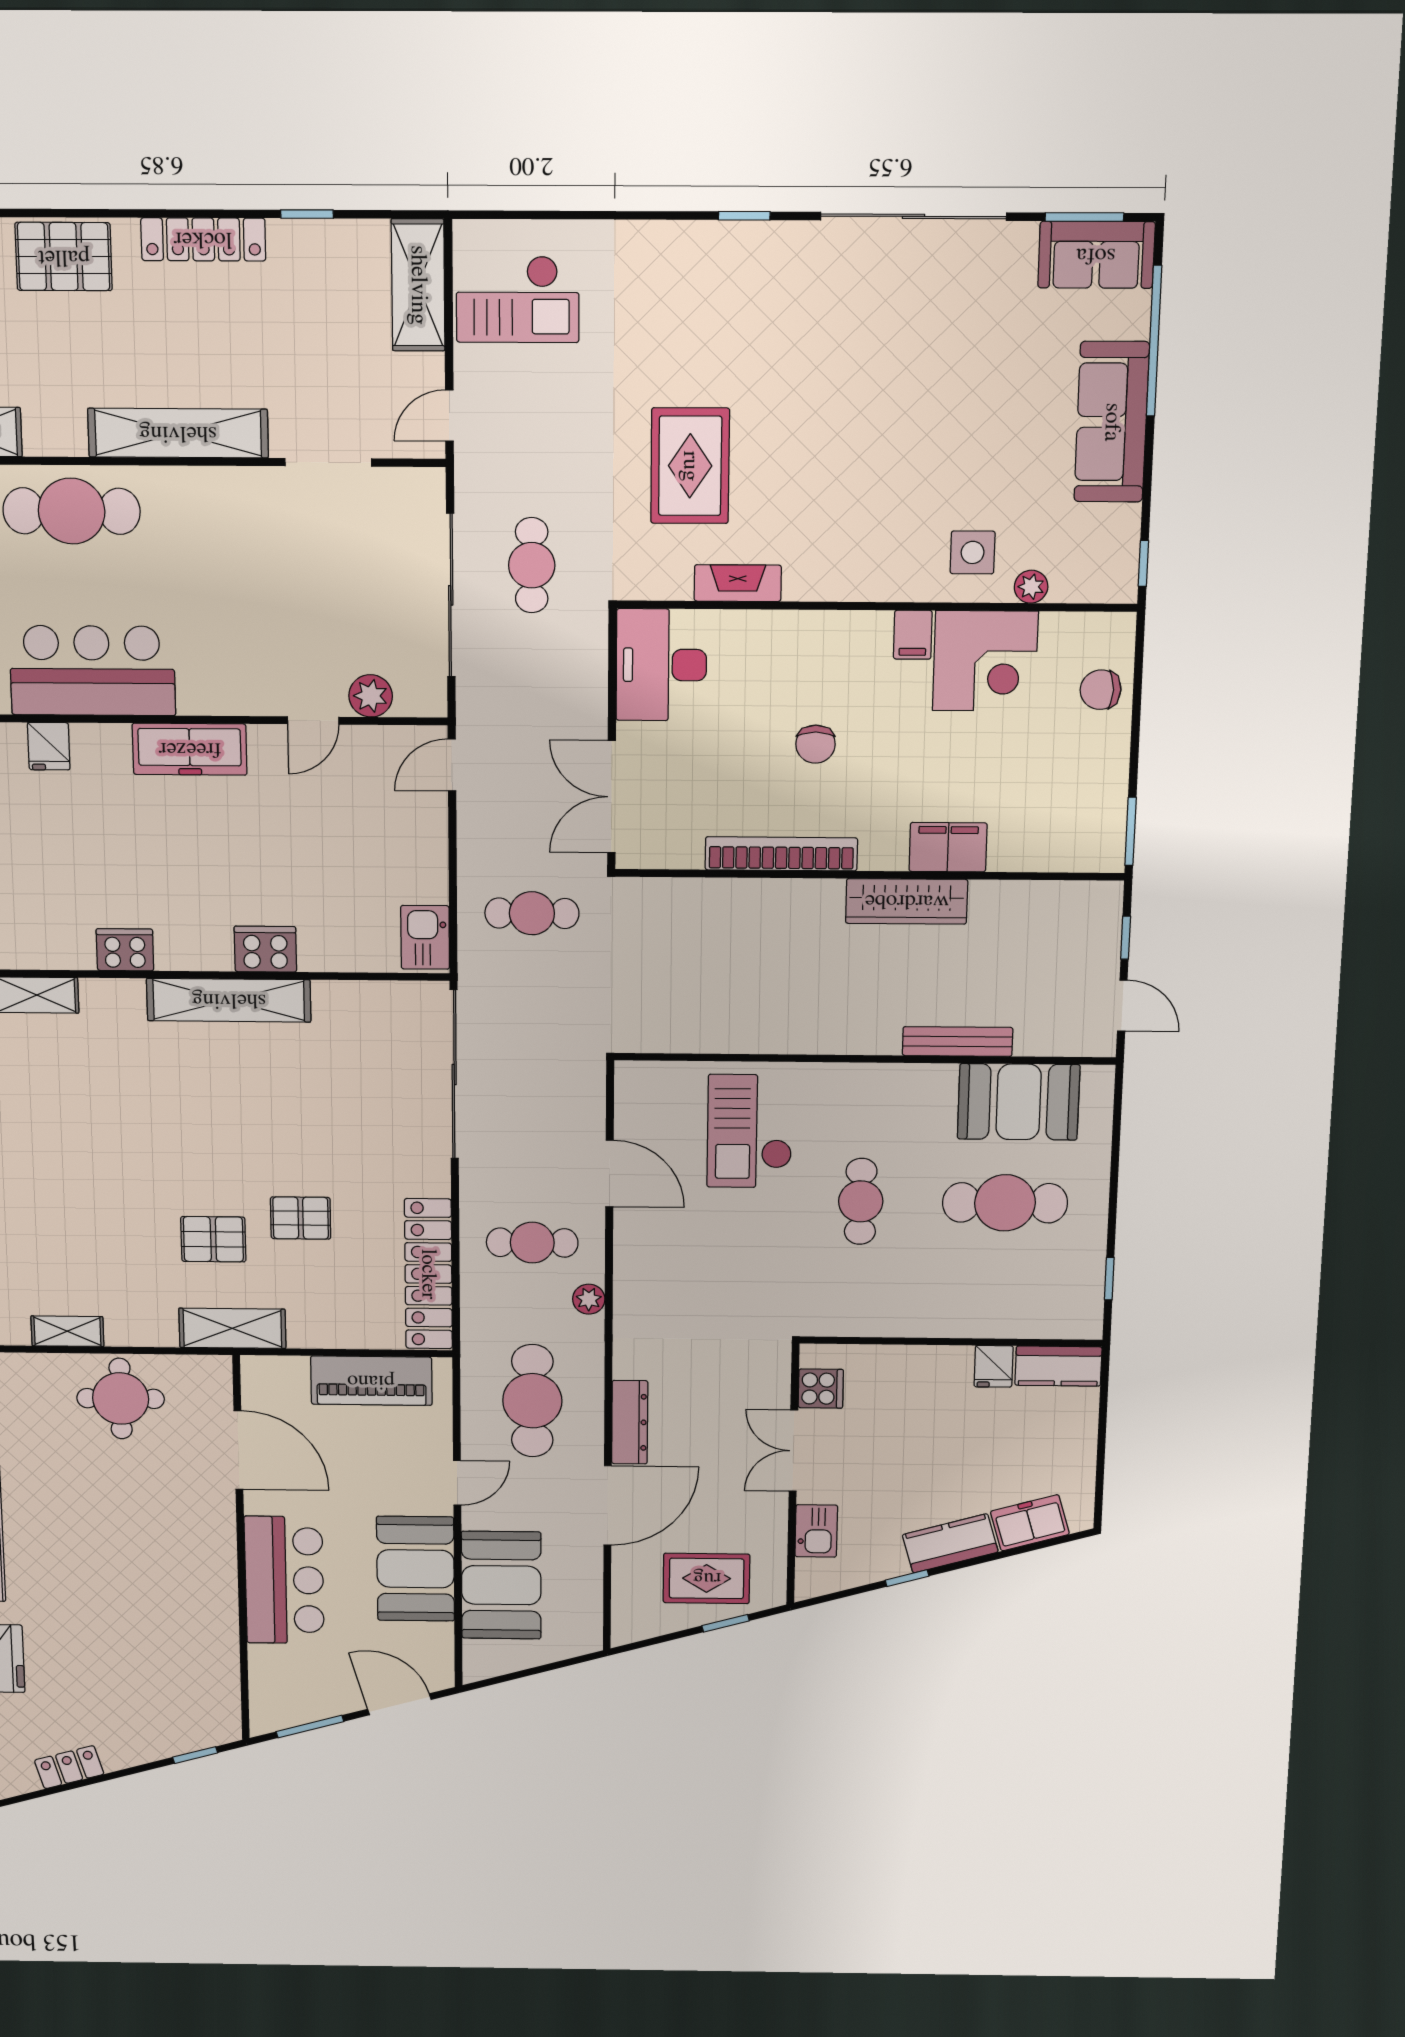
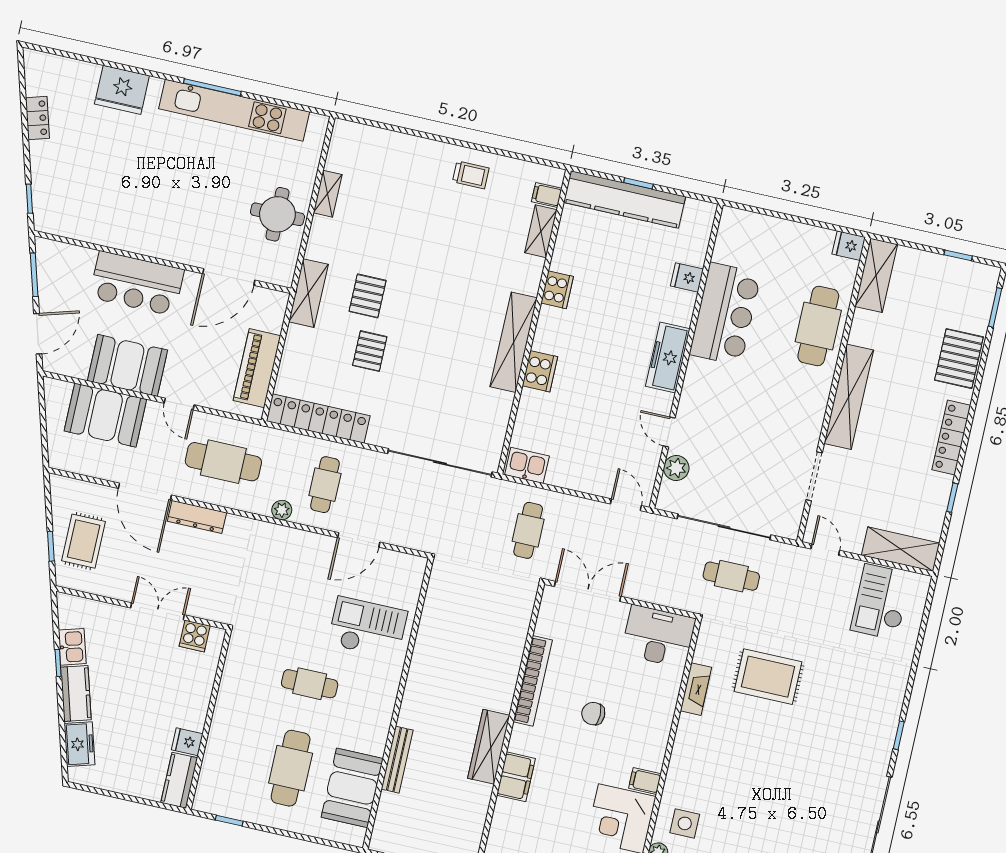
kitchen sink: (816, 1531) -> (72, 647), moved, turned -106

